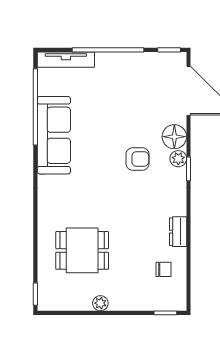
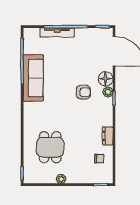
tv unit: (66, 60) -> (57, 32), moved
dining table: (82, 250) -> (50, 147), turned 90

